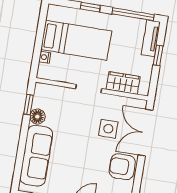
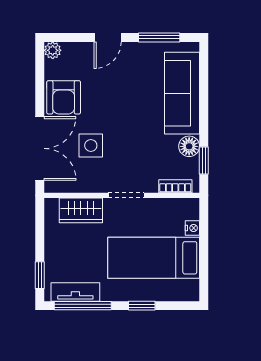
tv unit: (151, 38) -> (75, 292), moved, turned -90
window: (158, 55) -> (40, 275), moved
bookcase: (52, 89) -> (175, 186), added
armchair: (122, 167) -> (64, 97), turned 90

